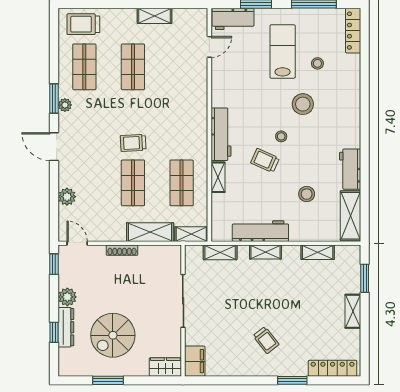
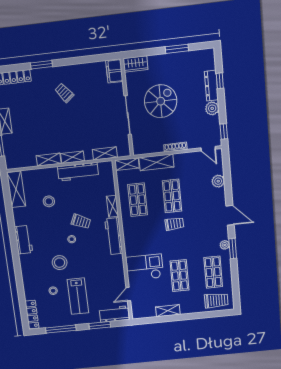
checkout: (181, 84) -> (145, 267), added
workbench: (350, 169) -> (24, 240), moved
shelving: (318, 252) -> (49, 160), moved
spiral stairs: (113, 335) -> (161, 101), moved

